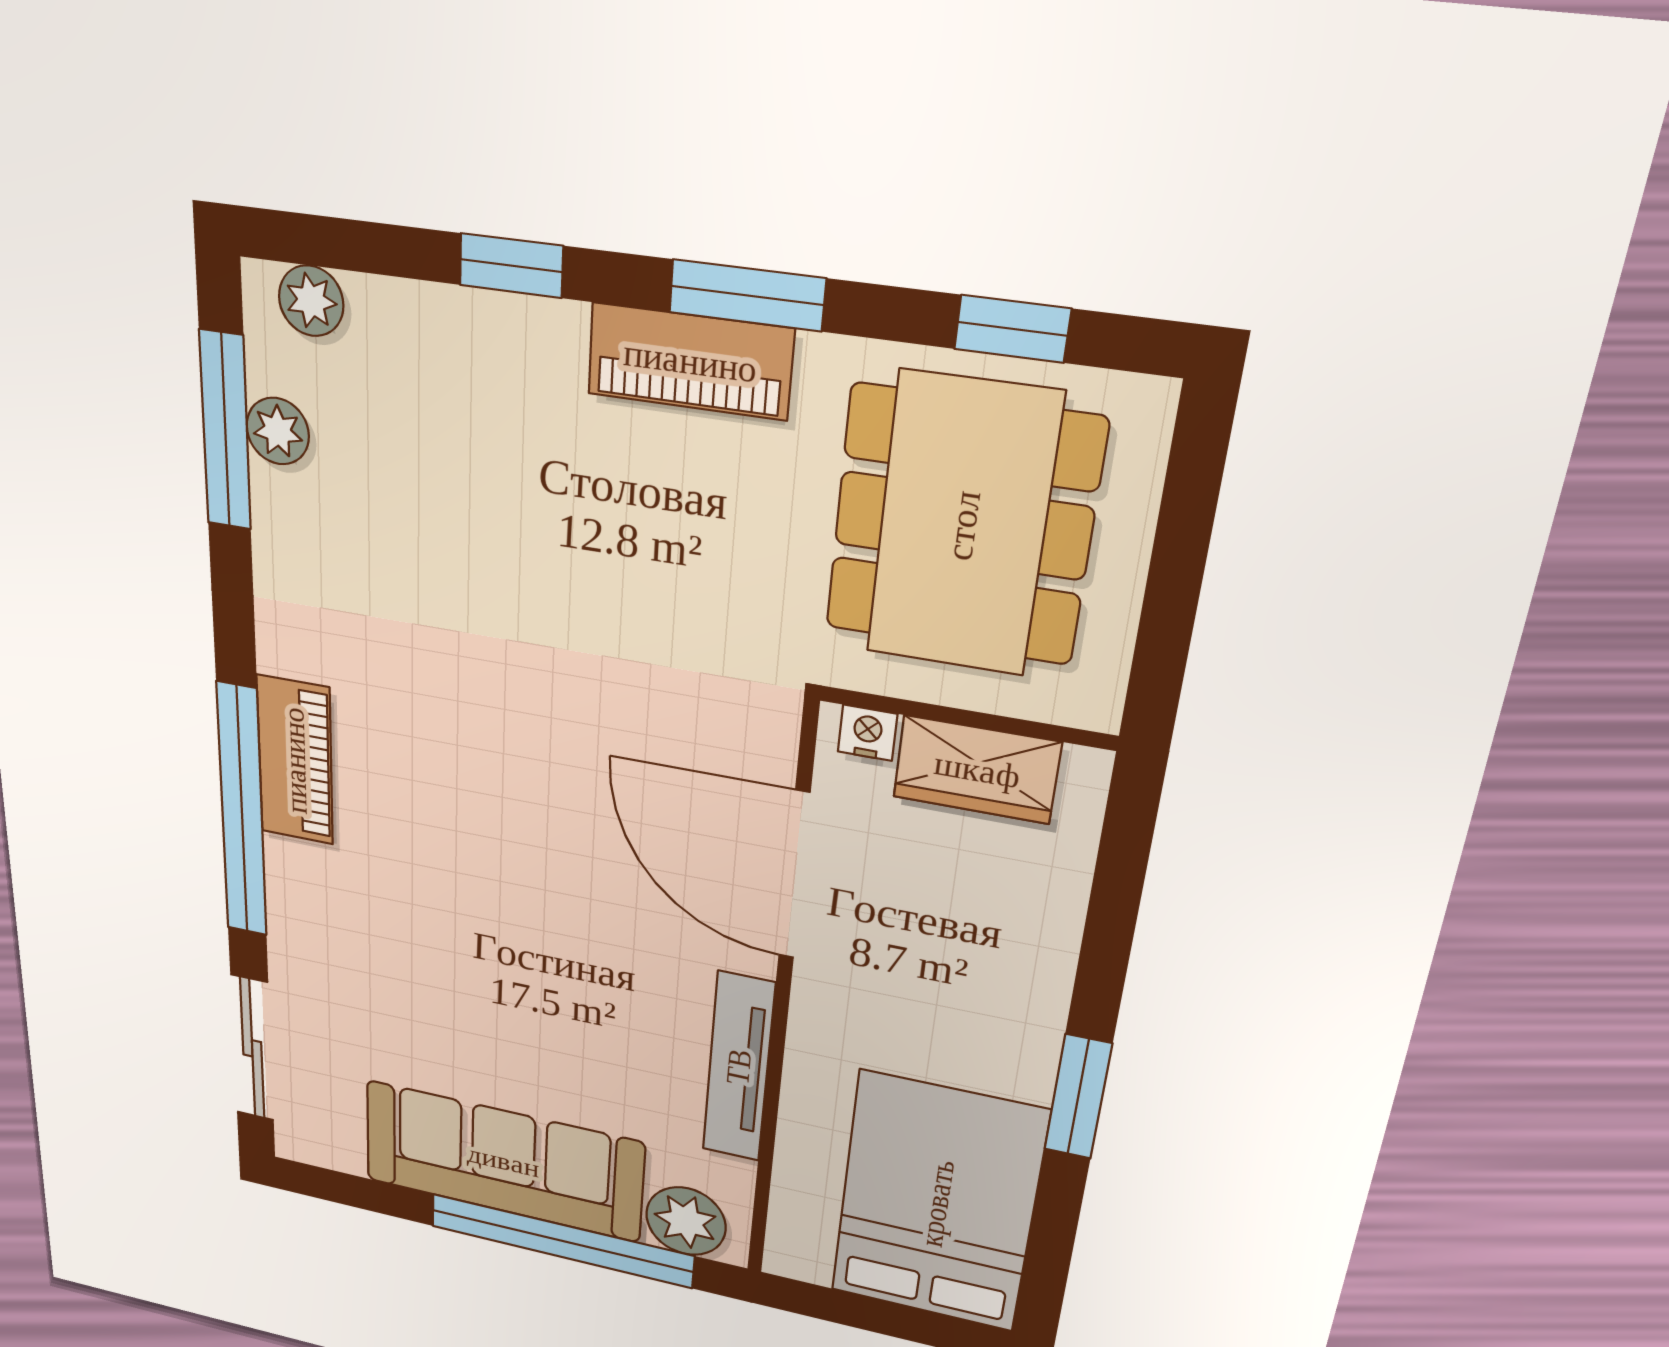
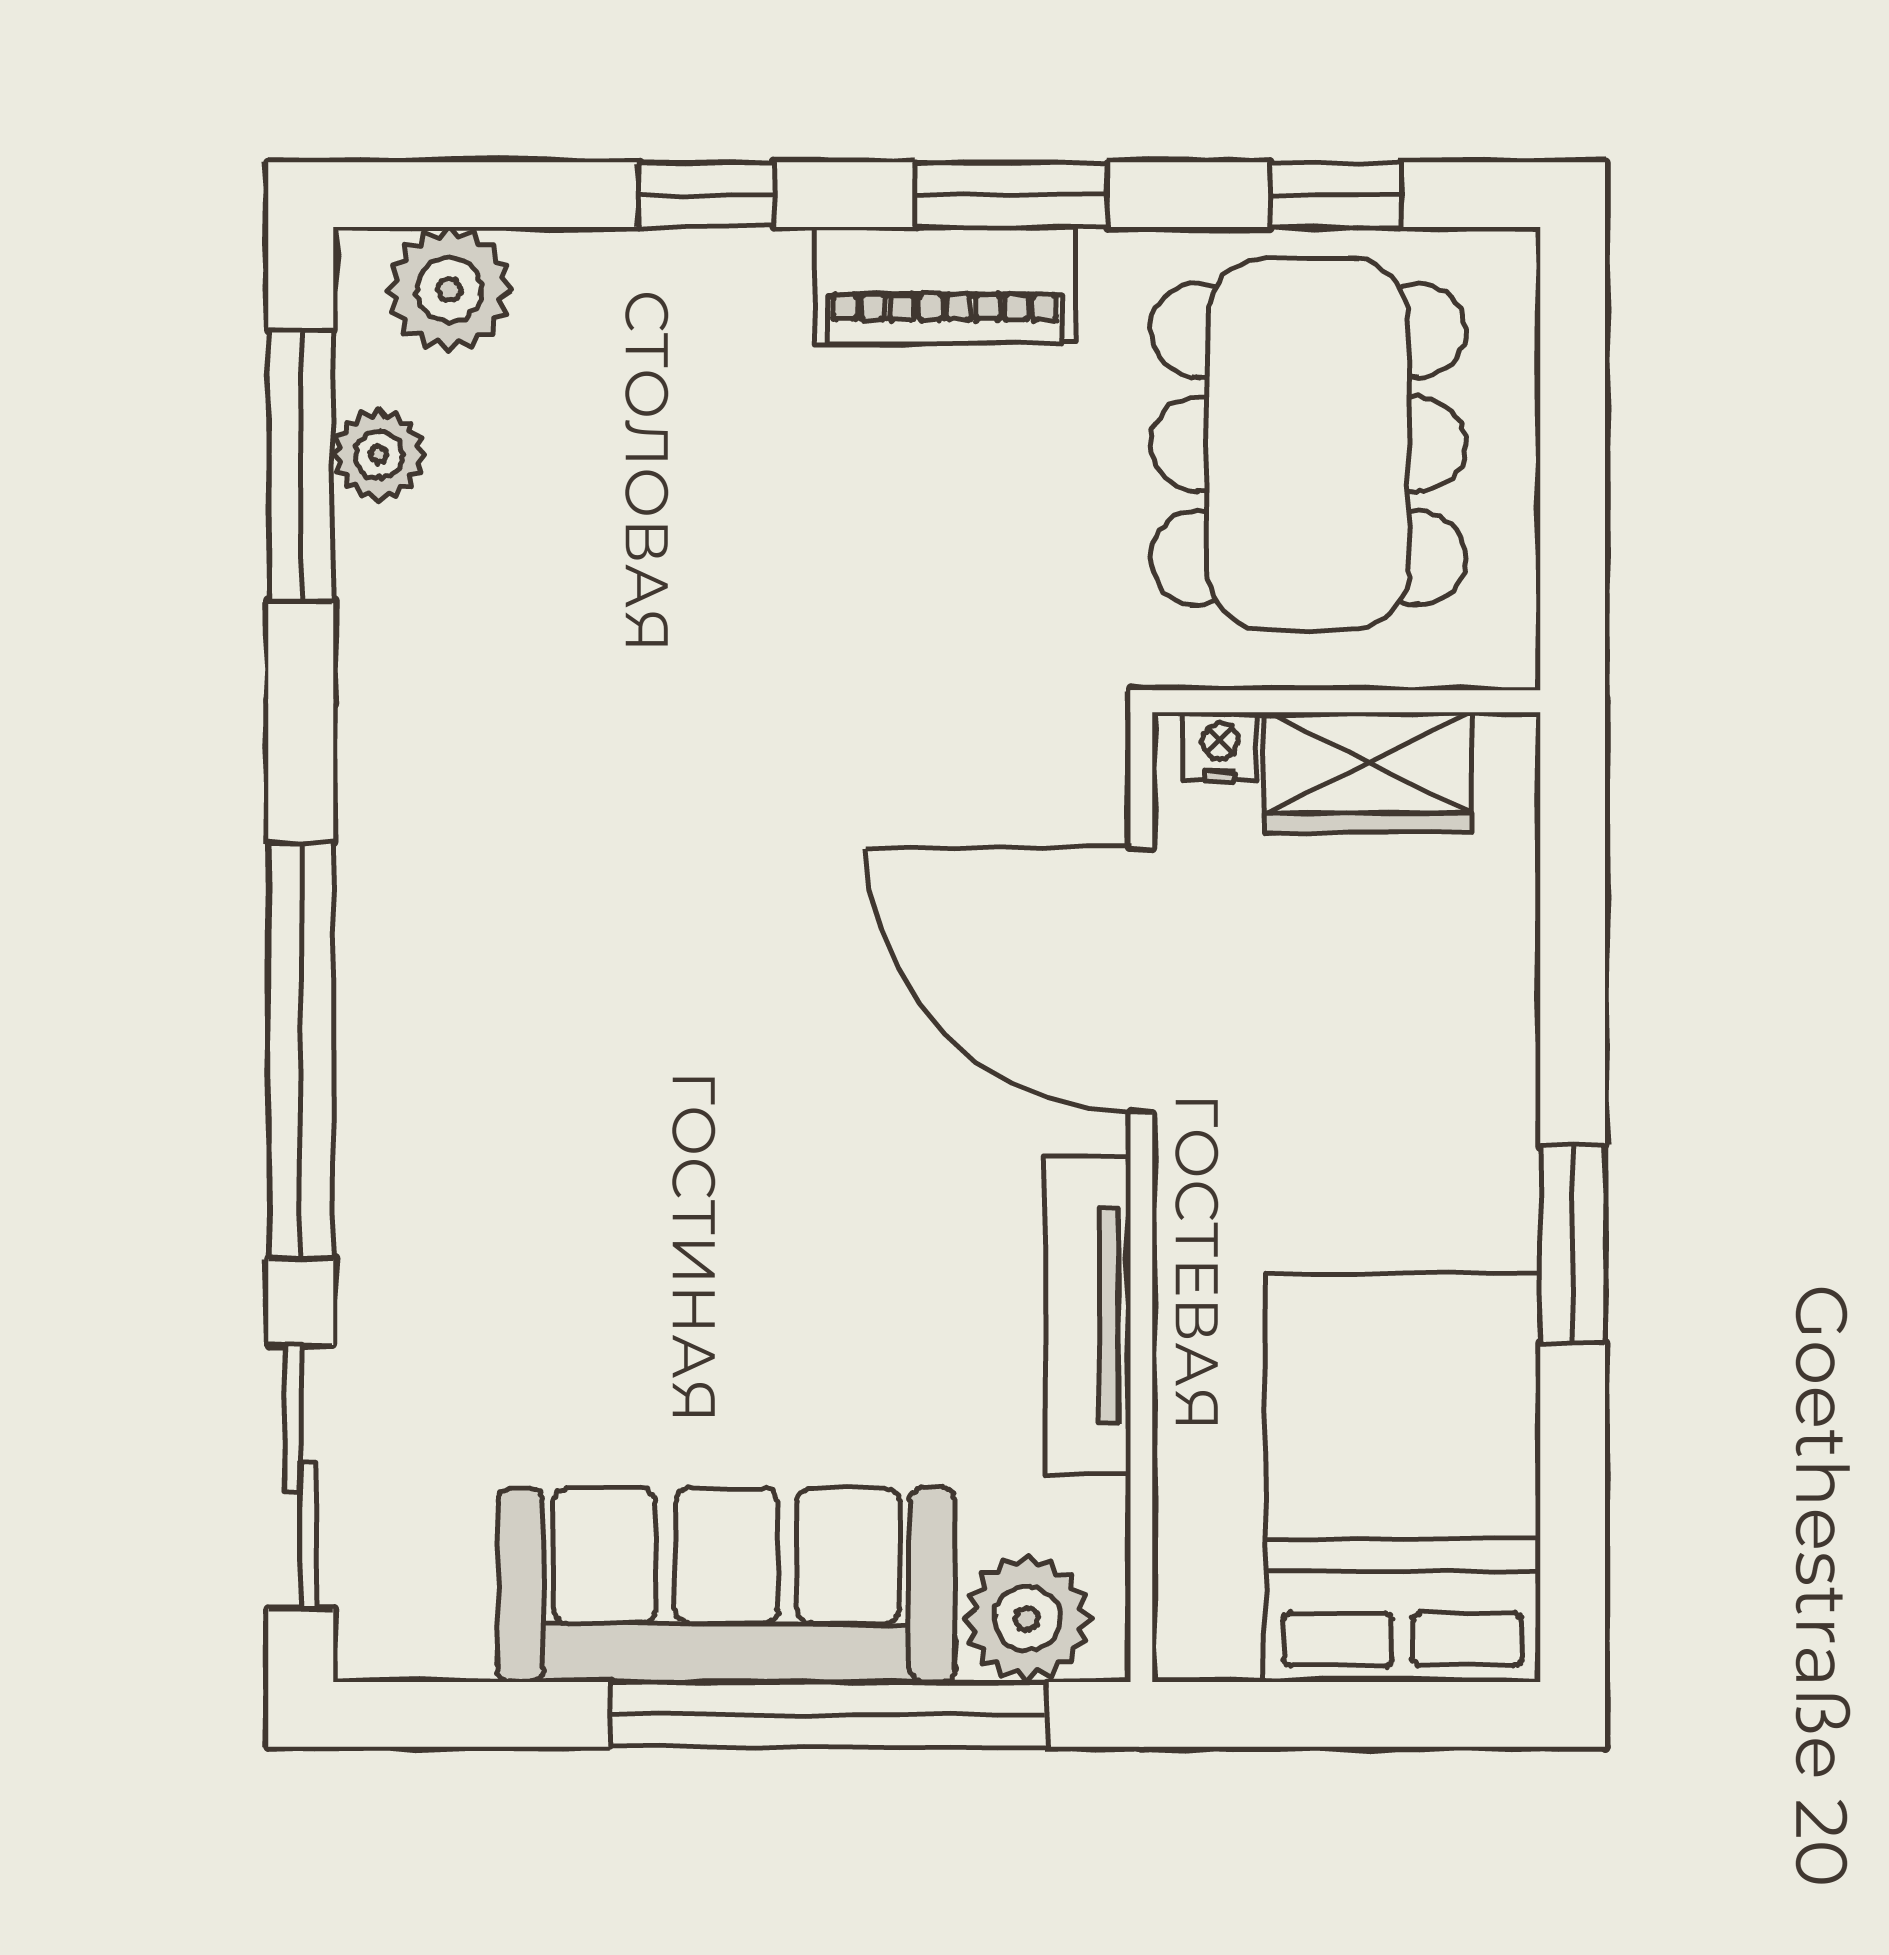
plant: (311, 301) -> (449, 290), width x1.38, depth x1.38
piano: (295, 760) -> (390, 948), removed

